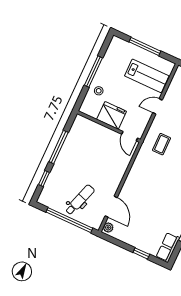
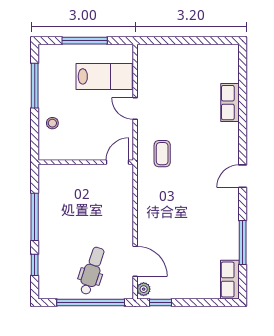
window: (93, 72) -> (35, 86), moved
door: (157, 106) -> (135, 109), hinge flipped
fridge: (112, 115) -> (83, 146), removed
door: (130, 136) -> (118, 162), swing flipped
window: (141, 253) -> (160, 302), moved

